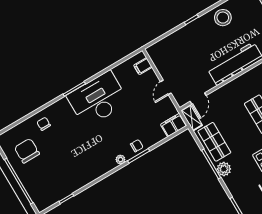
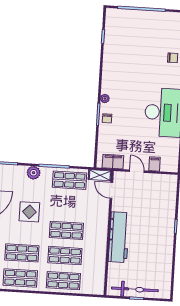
stool: (223, 18) -> (161, 252), removed
filing cabinet: (143, 66) -> (155, 164), moved
filing cabinet: (174, 125) -> (113, 162), moved, turned -90
chair: (27, 151) -> (161, 31), removed
plant: (224, 169) -> (34, 173), moved

